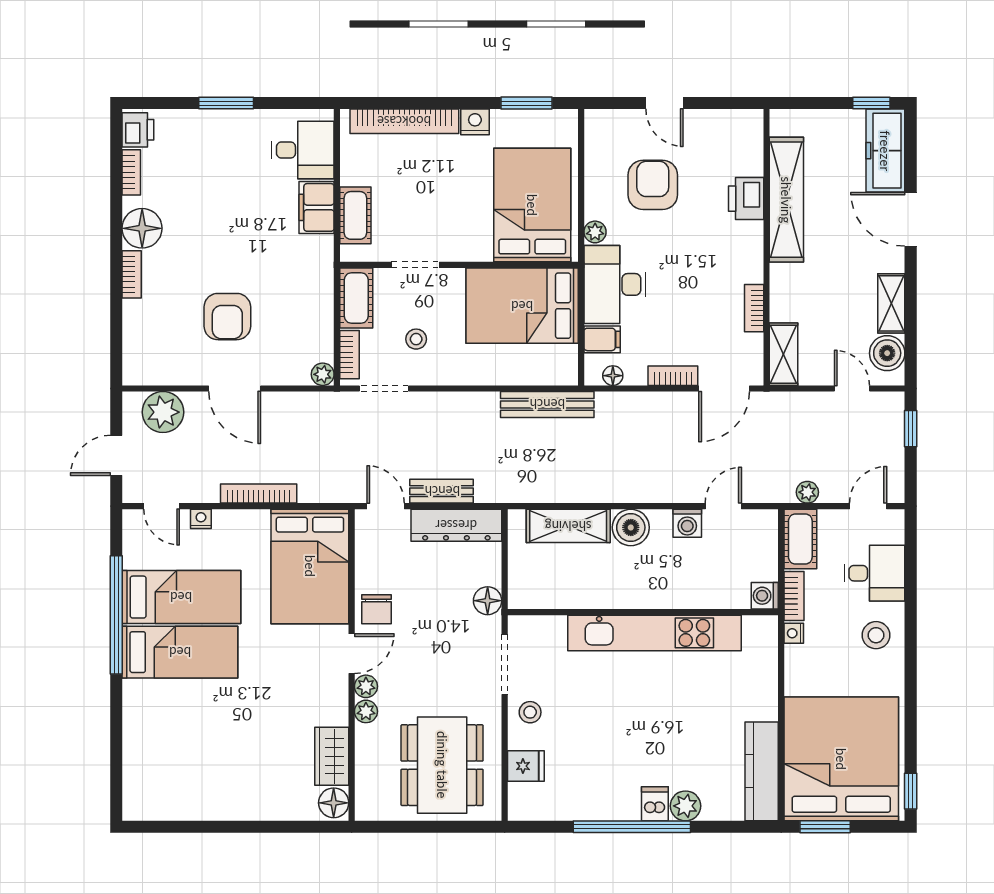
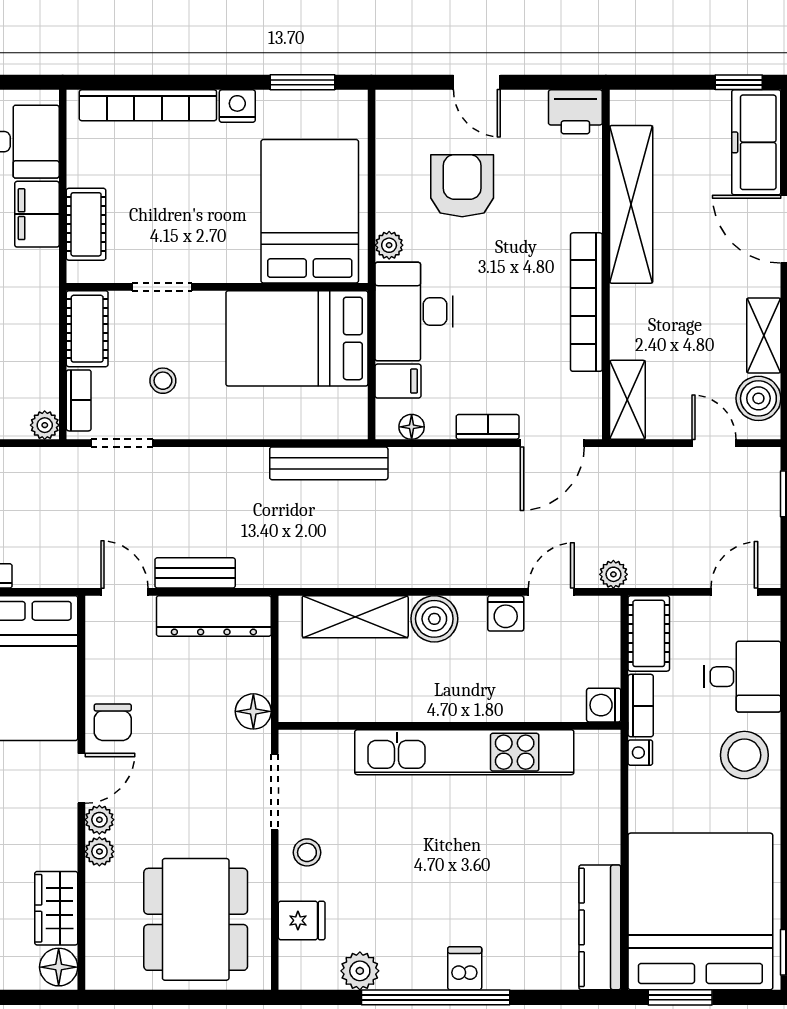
printer: (746, 199) -> (575, 112), moved, turned -90
bookcase: (754, 308) -> (586, 302), width x2.31, depth x1.31
plant: (807, 492) -> (613, 574), moved
stool: (876, 635) -> (744, 755), width x1.38, depth x1.38
plant: (686, 806) -> (360, 971), moved

